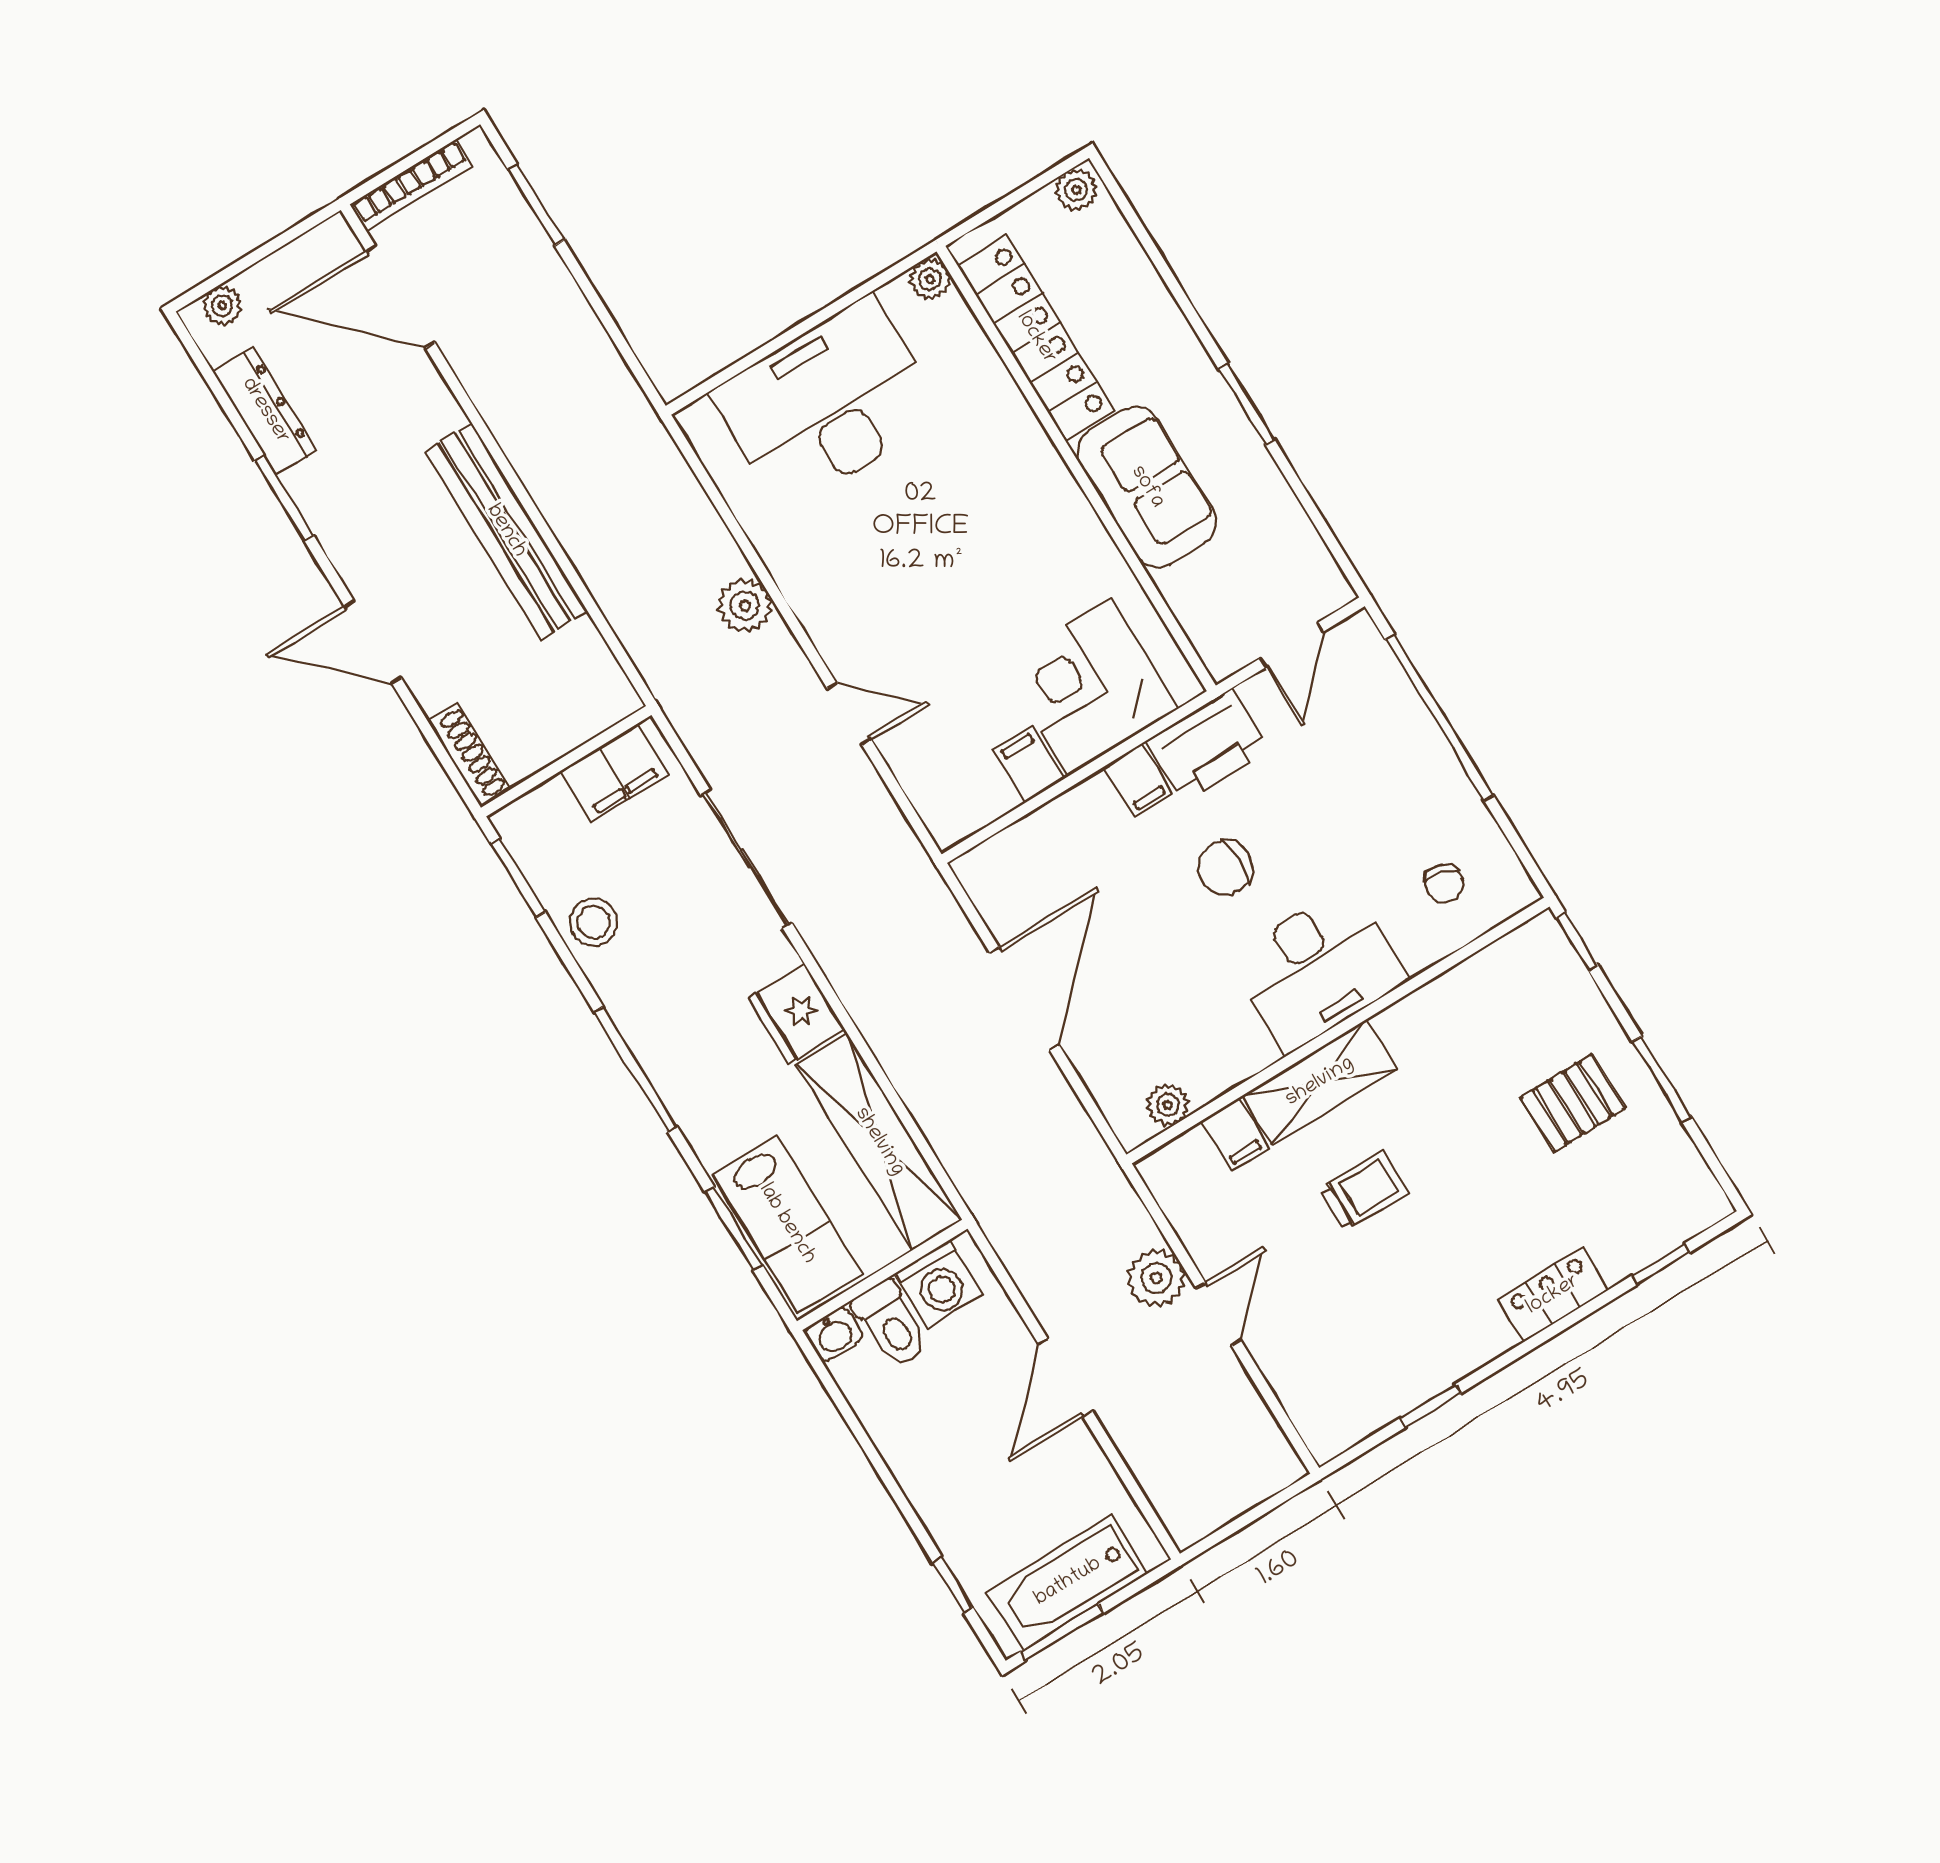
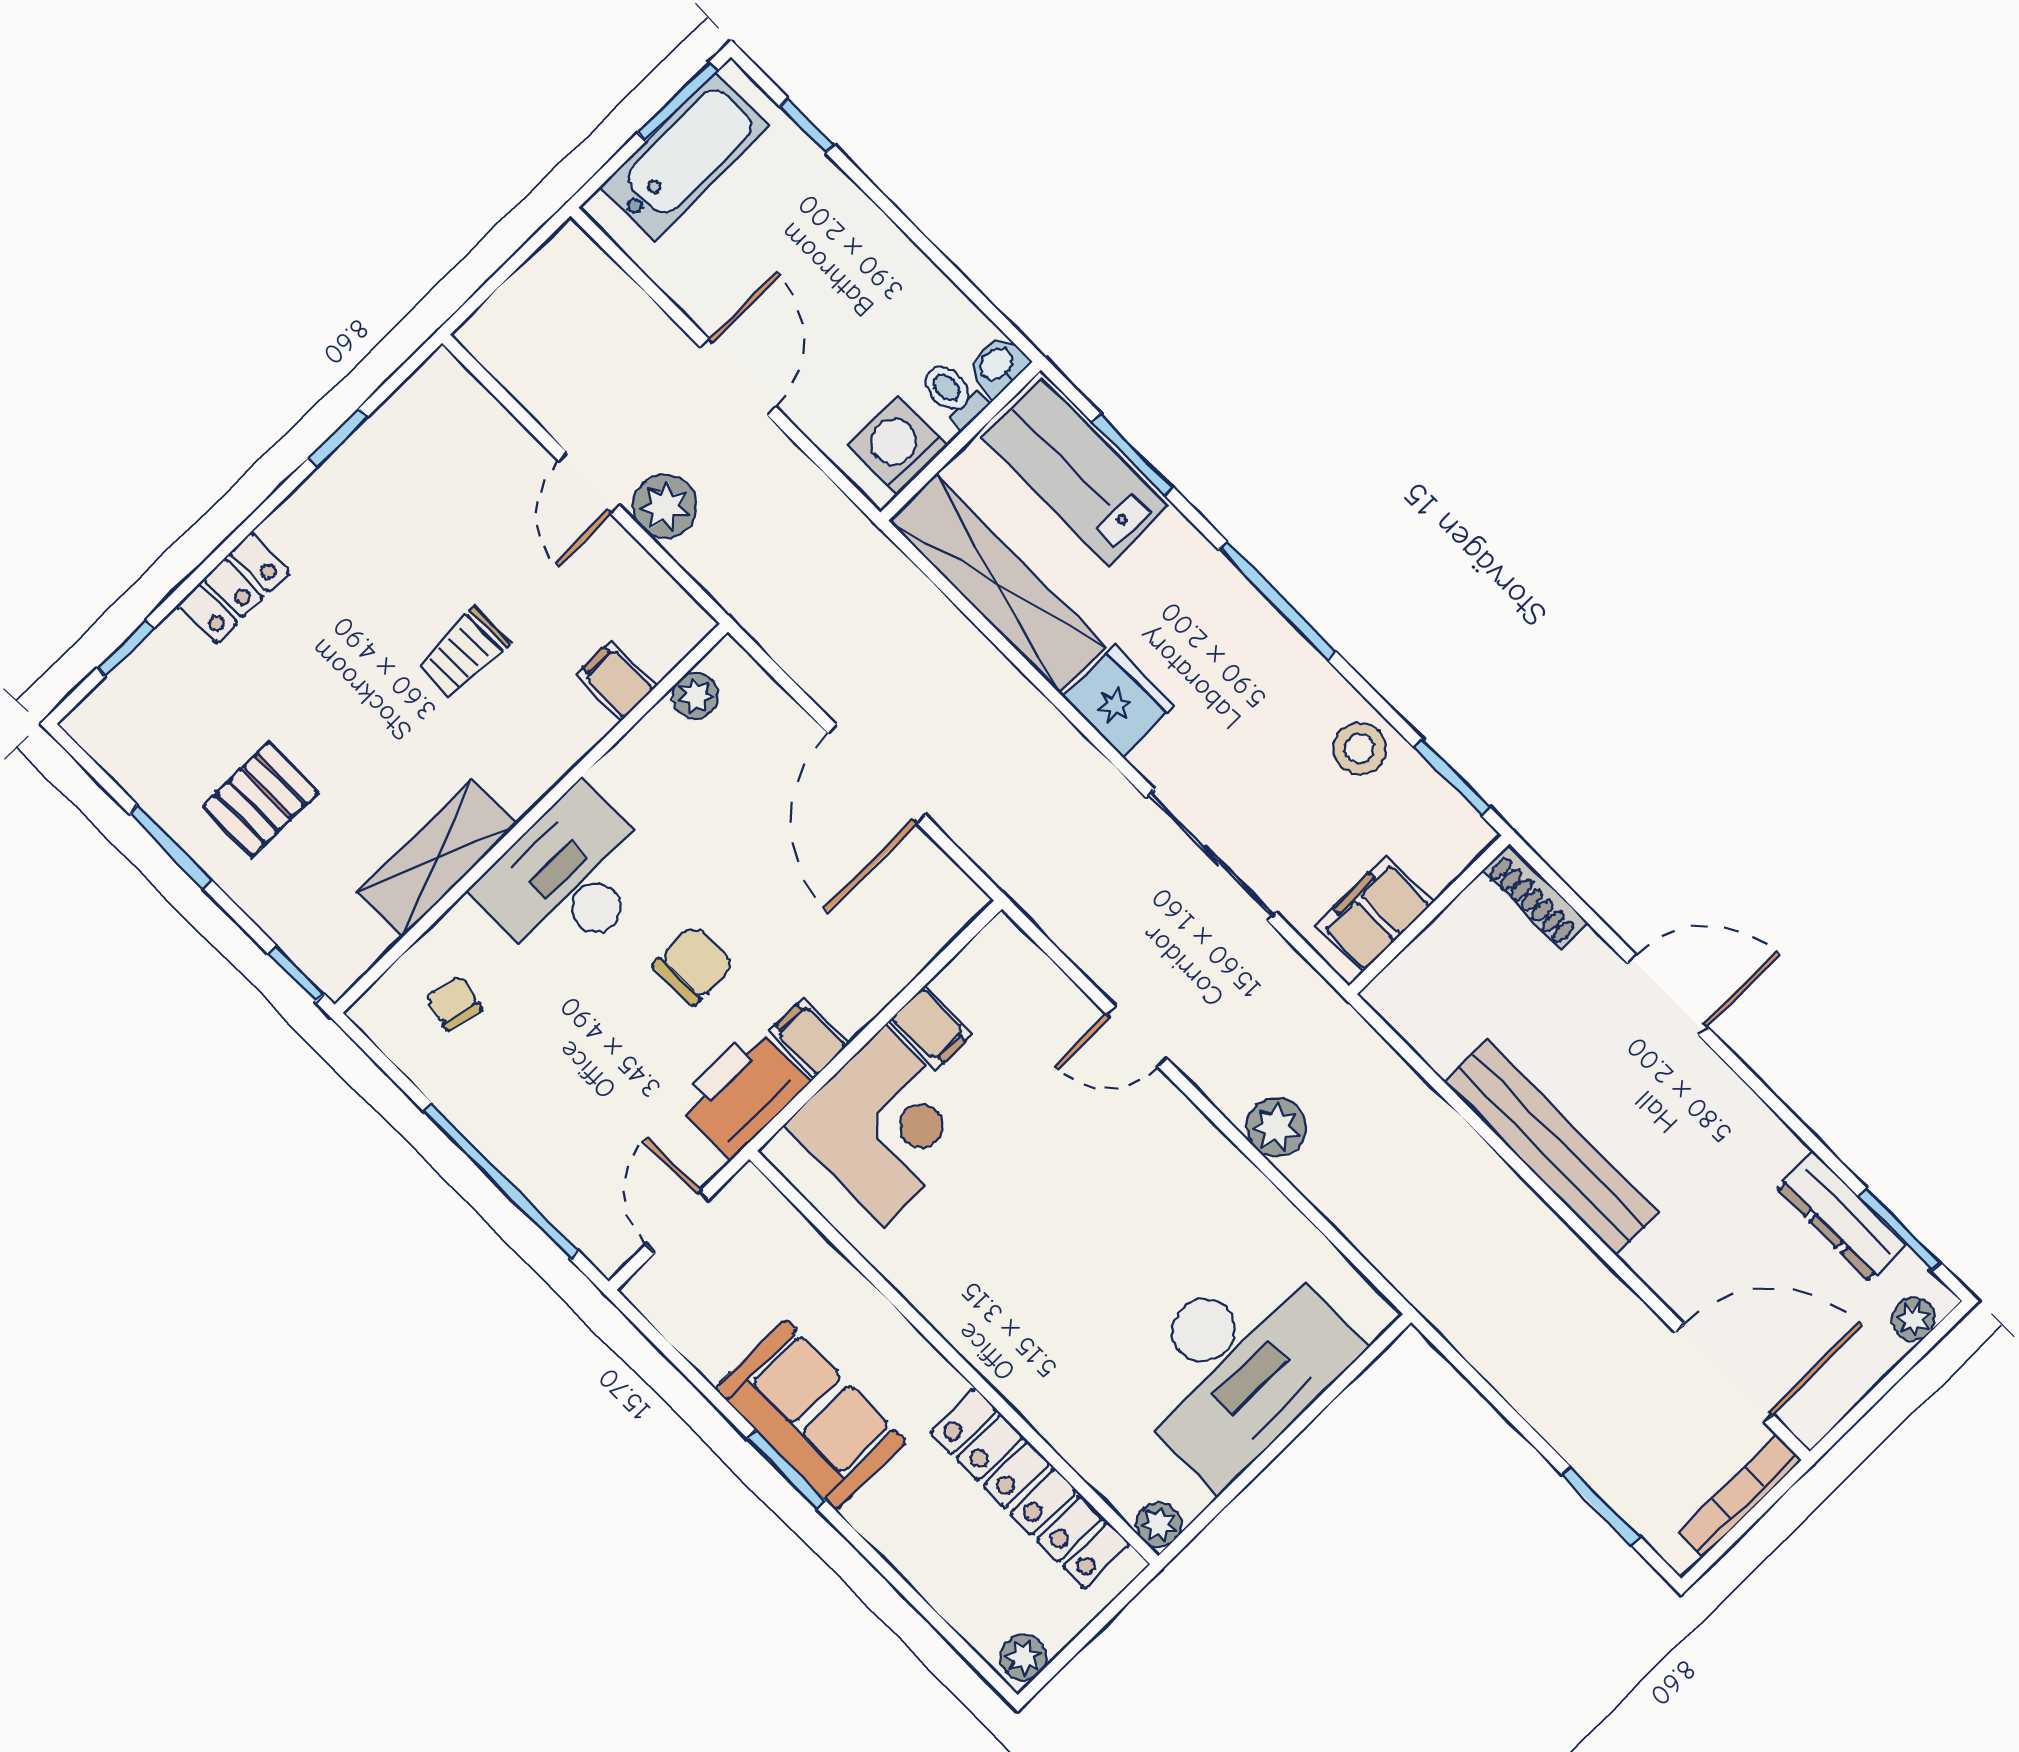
sofa: (1147, 487) -> (811, 1415), moved, turned 180
window: (285, 498) -> (1900, 1229), moved
shelving: (1320, 1082) -> (437, 858), moved
toilet: (891, 1324) -> (953, 394), width x0.73, depth x0.72

